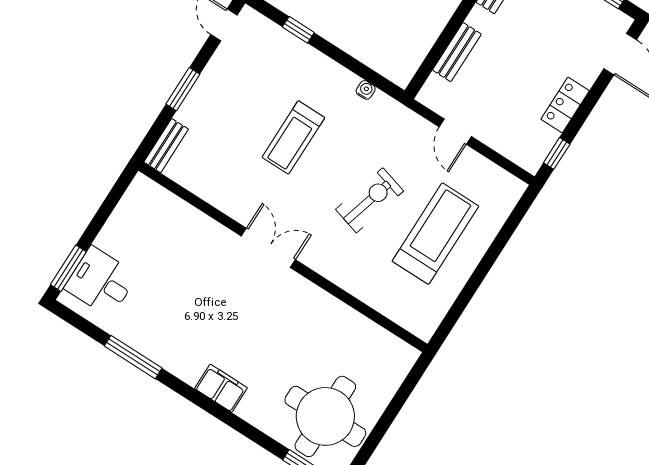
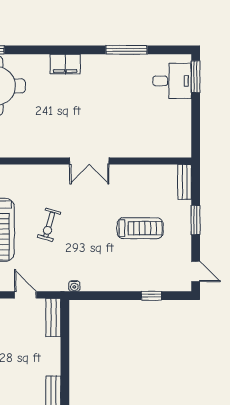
bench: (457, 52) -> (53, 318), moved
water cooler: (366, 90) -> (74, 286), moved
treadmill: (293, 137) -> (140, 228), moved, turned 90
exercise bike: (370, 200) -> (49, 225), width x0.73, depth x0.72

